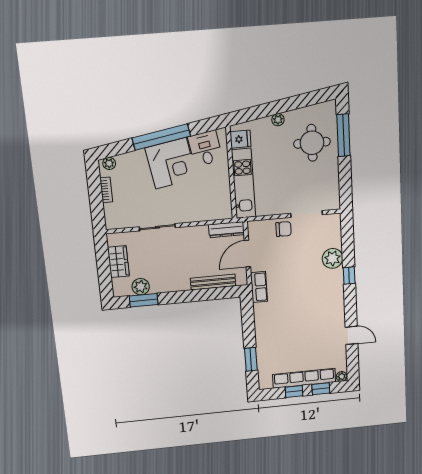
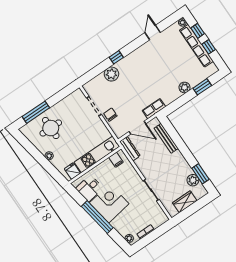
filing cabinet: (222, 204) -> (116, 160), added
plant: (263, 338) -> (185, 87), added

